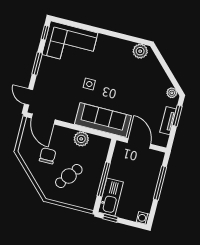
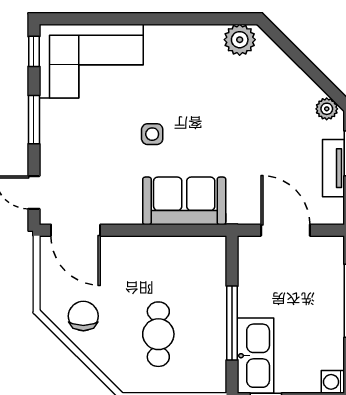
sofa: (103, 120) -> (184, 201), width x0.73
plant: (81, 139) -> (164, 251), removed
chair: (48, 156) -> (83, 316), moved
cafe table: (69, 176) -> (158, 334), turned -37

